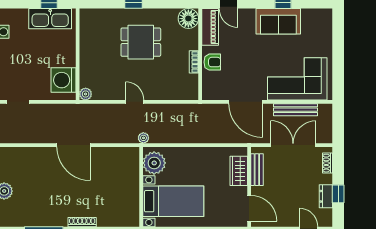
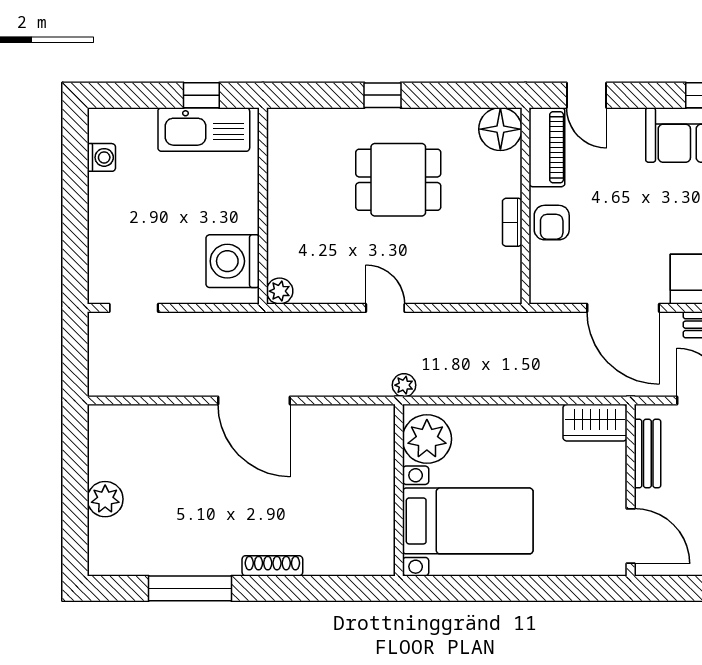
armchair: (212, 62) -> (552, 223), turned 90
wardrobe: (239, 171) -> (595, 423), moved, turned -90

